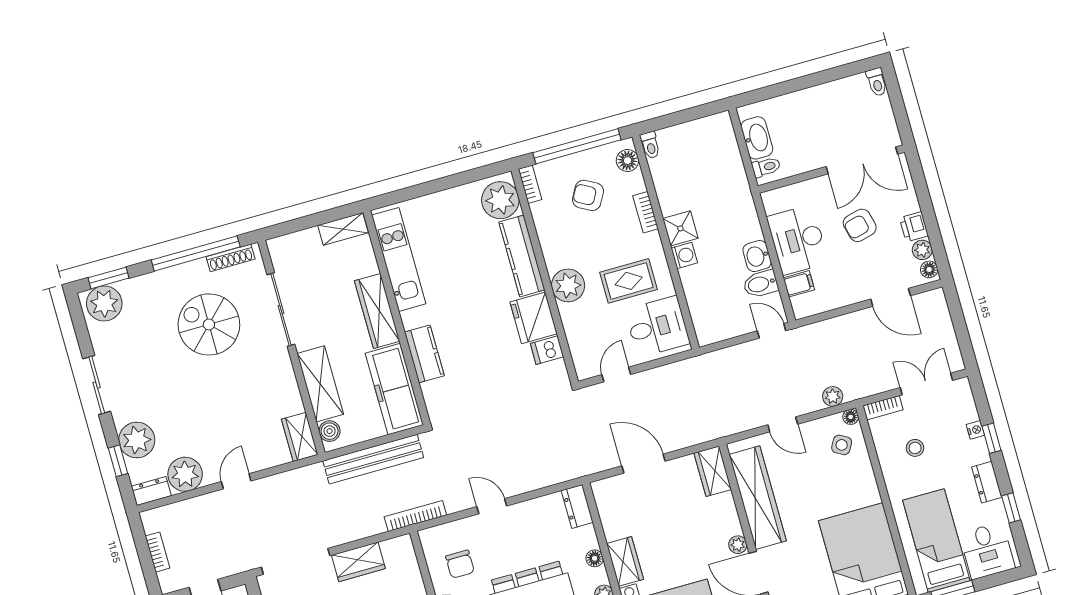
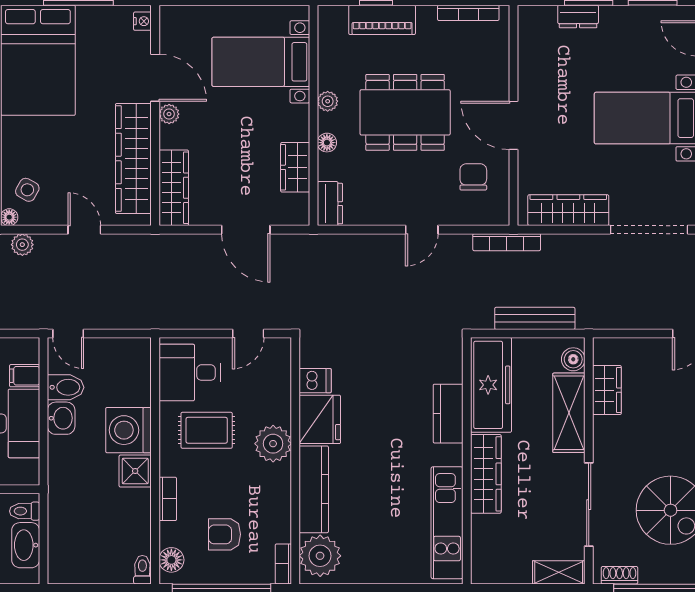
armchair: (588, 195) -> (224, 534), turned 151
shelving: (343, 229) -> (559, 572), moved
washing machine: (684, 255) -> (128, 430), width x1.89, depth x1.89
shoe rack: (231, 258) -> (619, 575), width x0.70
wardrobe: (300, 437) -> (607, 390), moved
bench: (373, 459) -> (535, 318), width x0.73, depth x0.82
wardrobe: (713, 471) -> (174, 188), width x1.50
door: (492, 506) -> (422, 230), hinge flipped
wardrobe: (625, 561) -> (295, 167), moved
wardrobe: (358, 562) -> (568, 210), width x1.50

